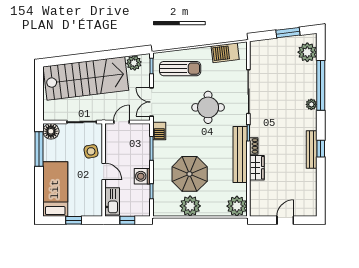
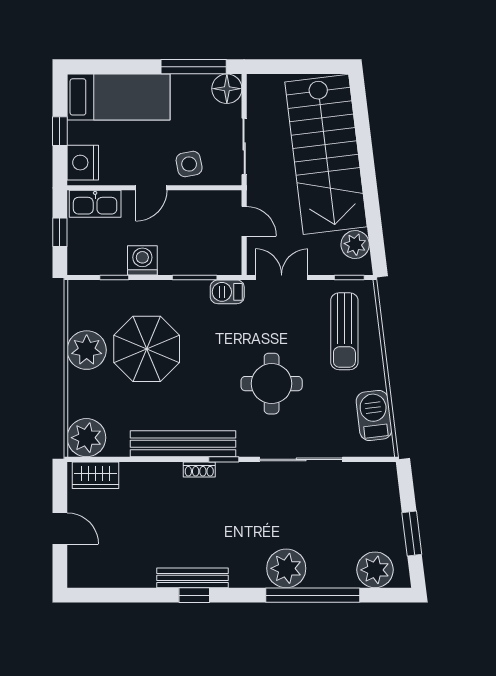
plant: (311, 104) -> (286, 568), width x1.87, depth x1.87
wardrobe: (257, 168) -> (96, 475), moved
nightstand: (90, 208) -> (83, 163), added

